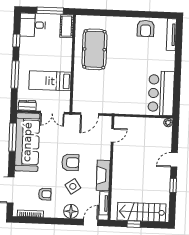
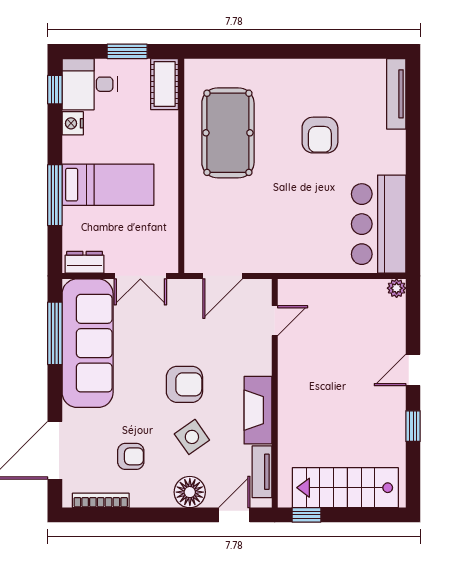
window: (50, 11) -> (127, 51), width x0.69
armchair: (146, 28) -> (320, 135), moved
window: (16, 41) -> (55, 90), moved
nightstand: (24, 42) -> (73, 123), added
bed: (50, 81) -> (108, 185), moved, turned 180
window: (134, 224) -> (306, 515), moved

